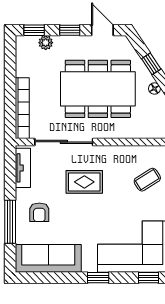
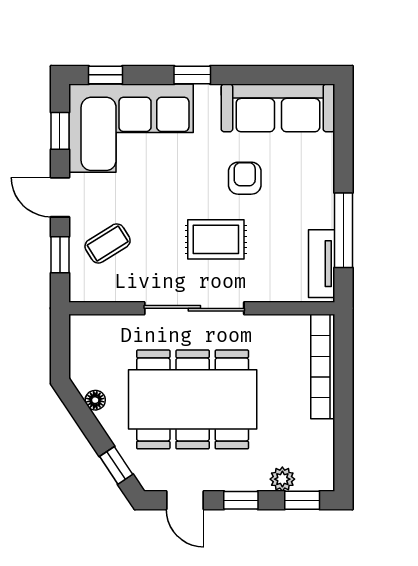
window: (151, 64) -> (116, 465), moved
sliding door: (64, 142) -> (194, 308), moved
armchair: (39, 212) -> (245, 178), moved
window: (10, 222) -> (343, 230), moved

